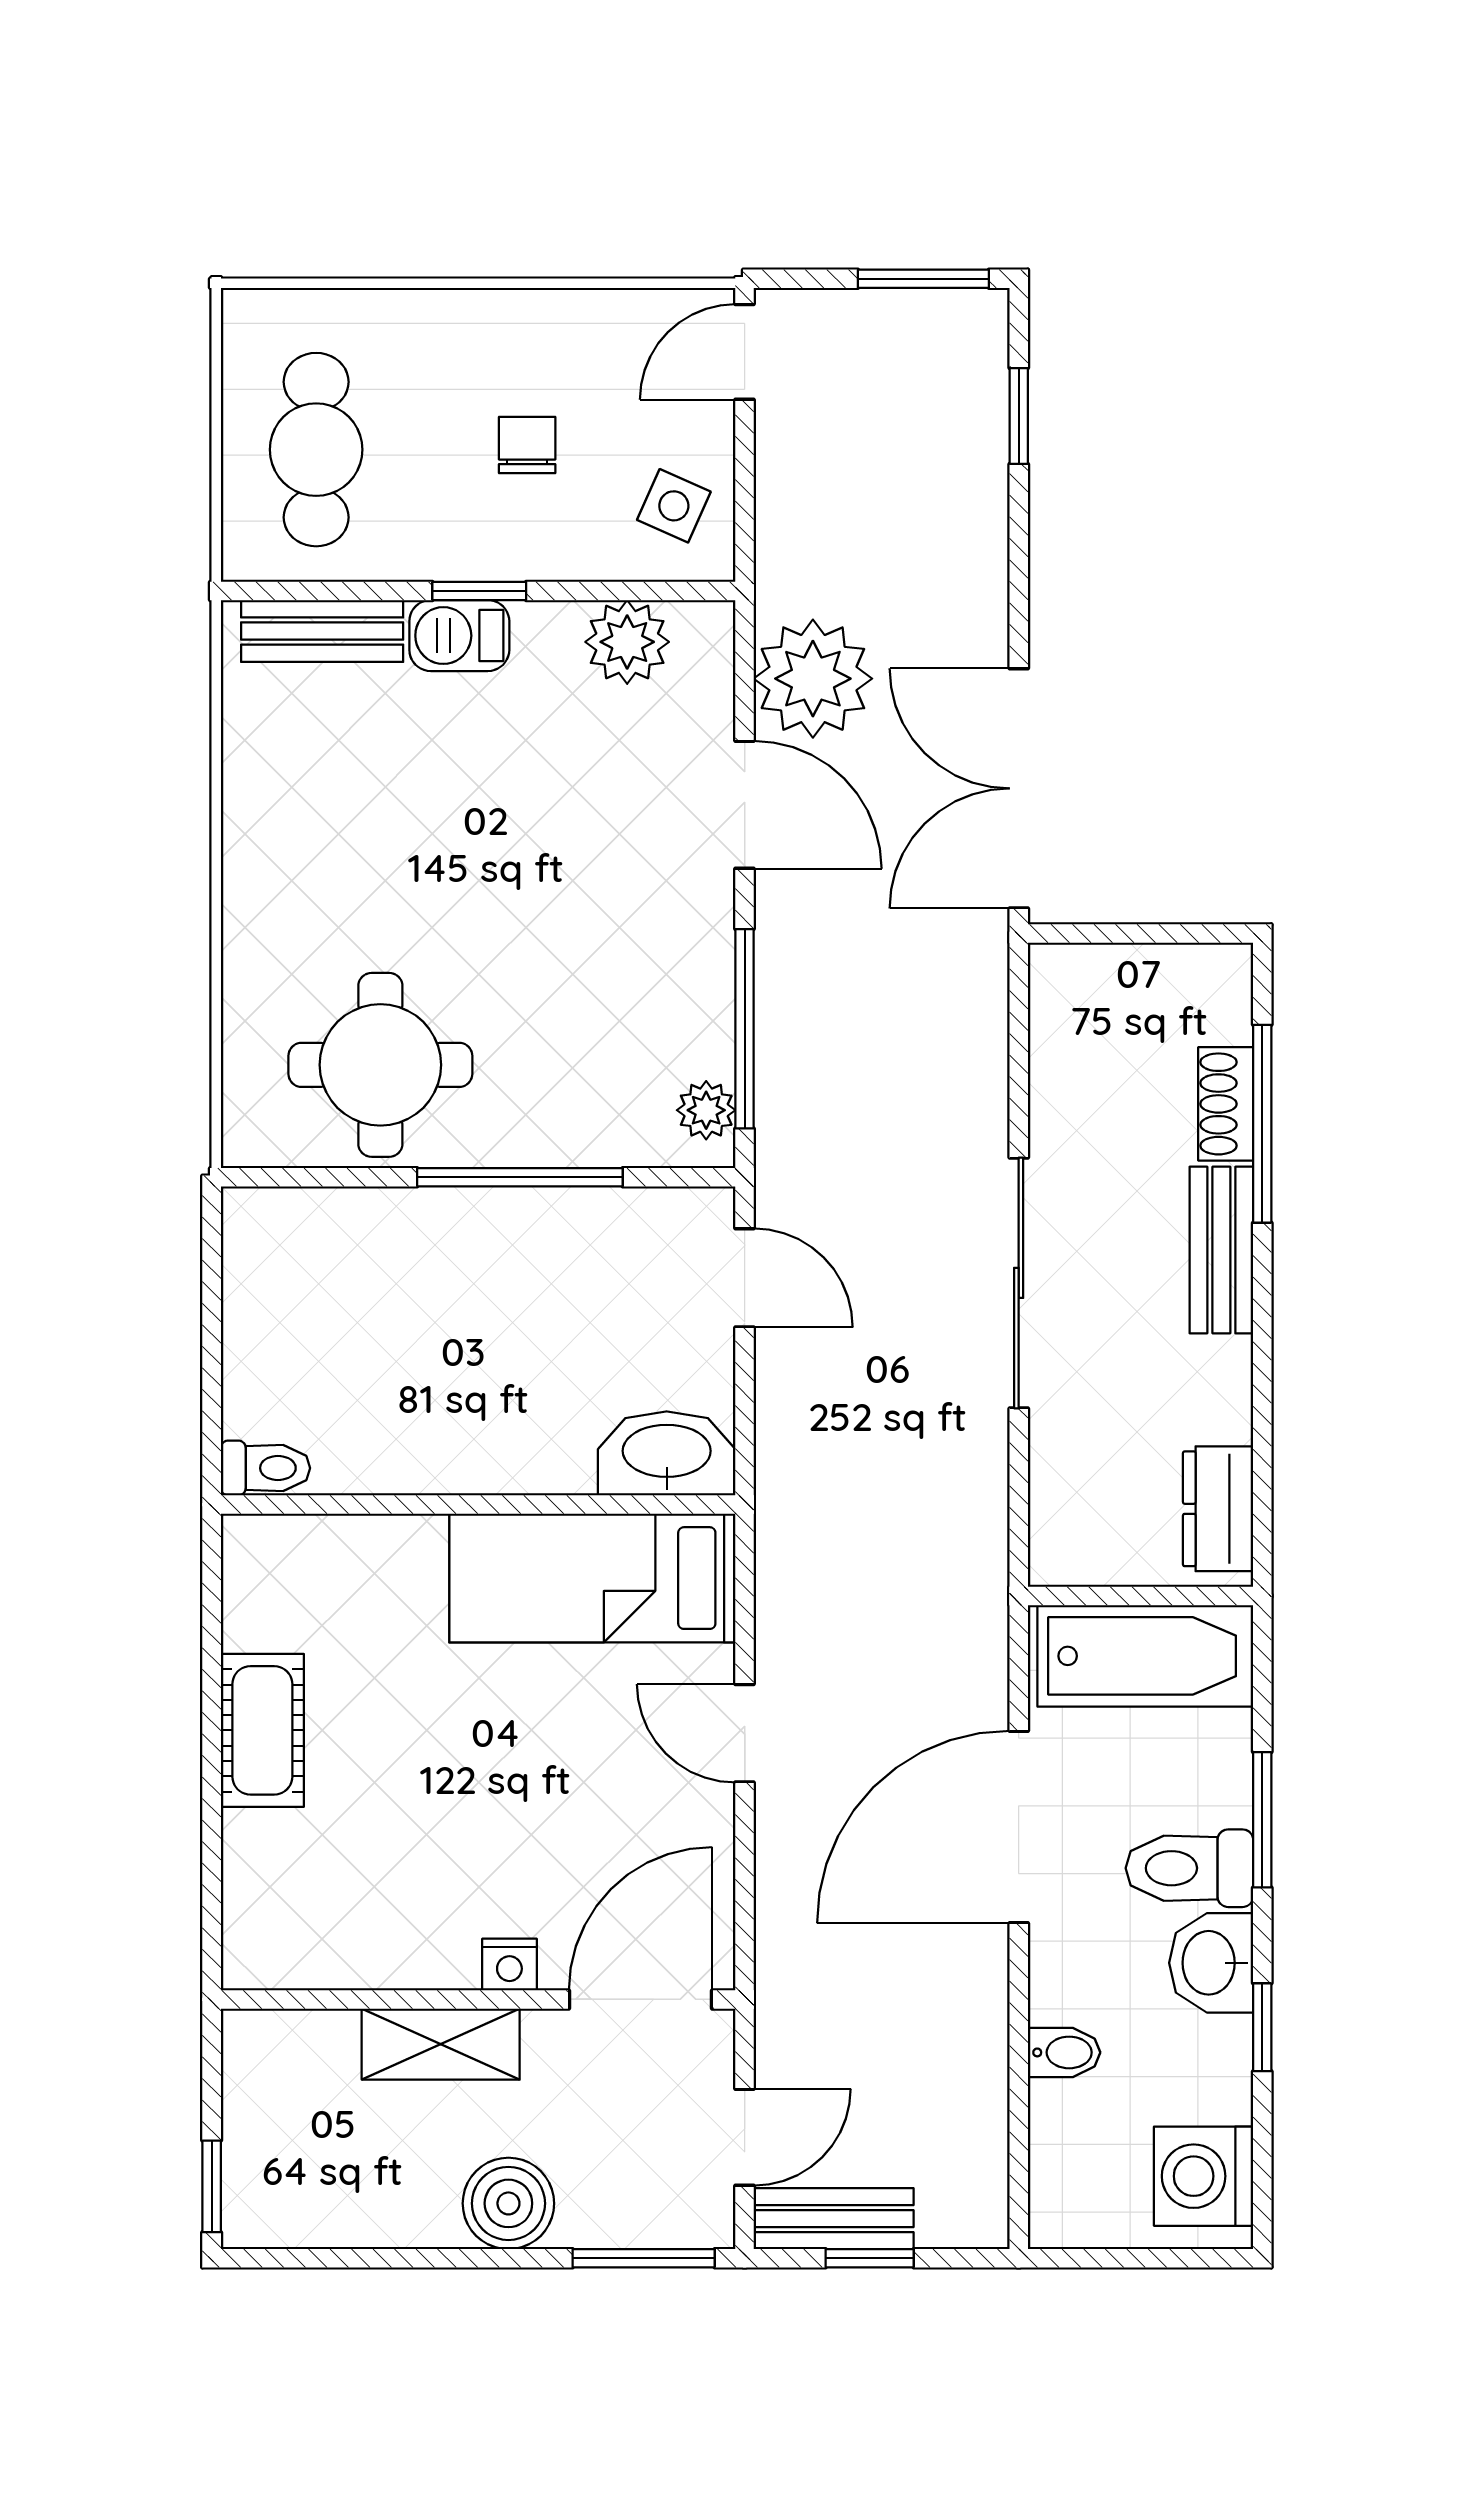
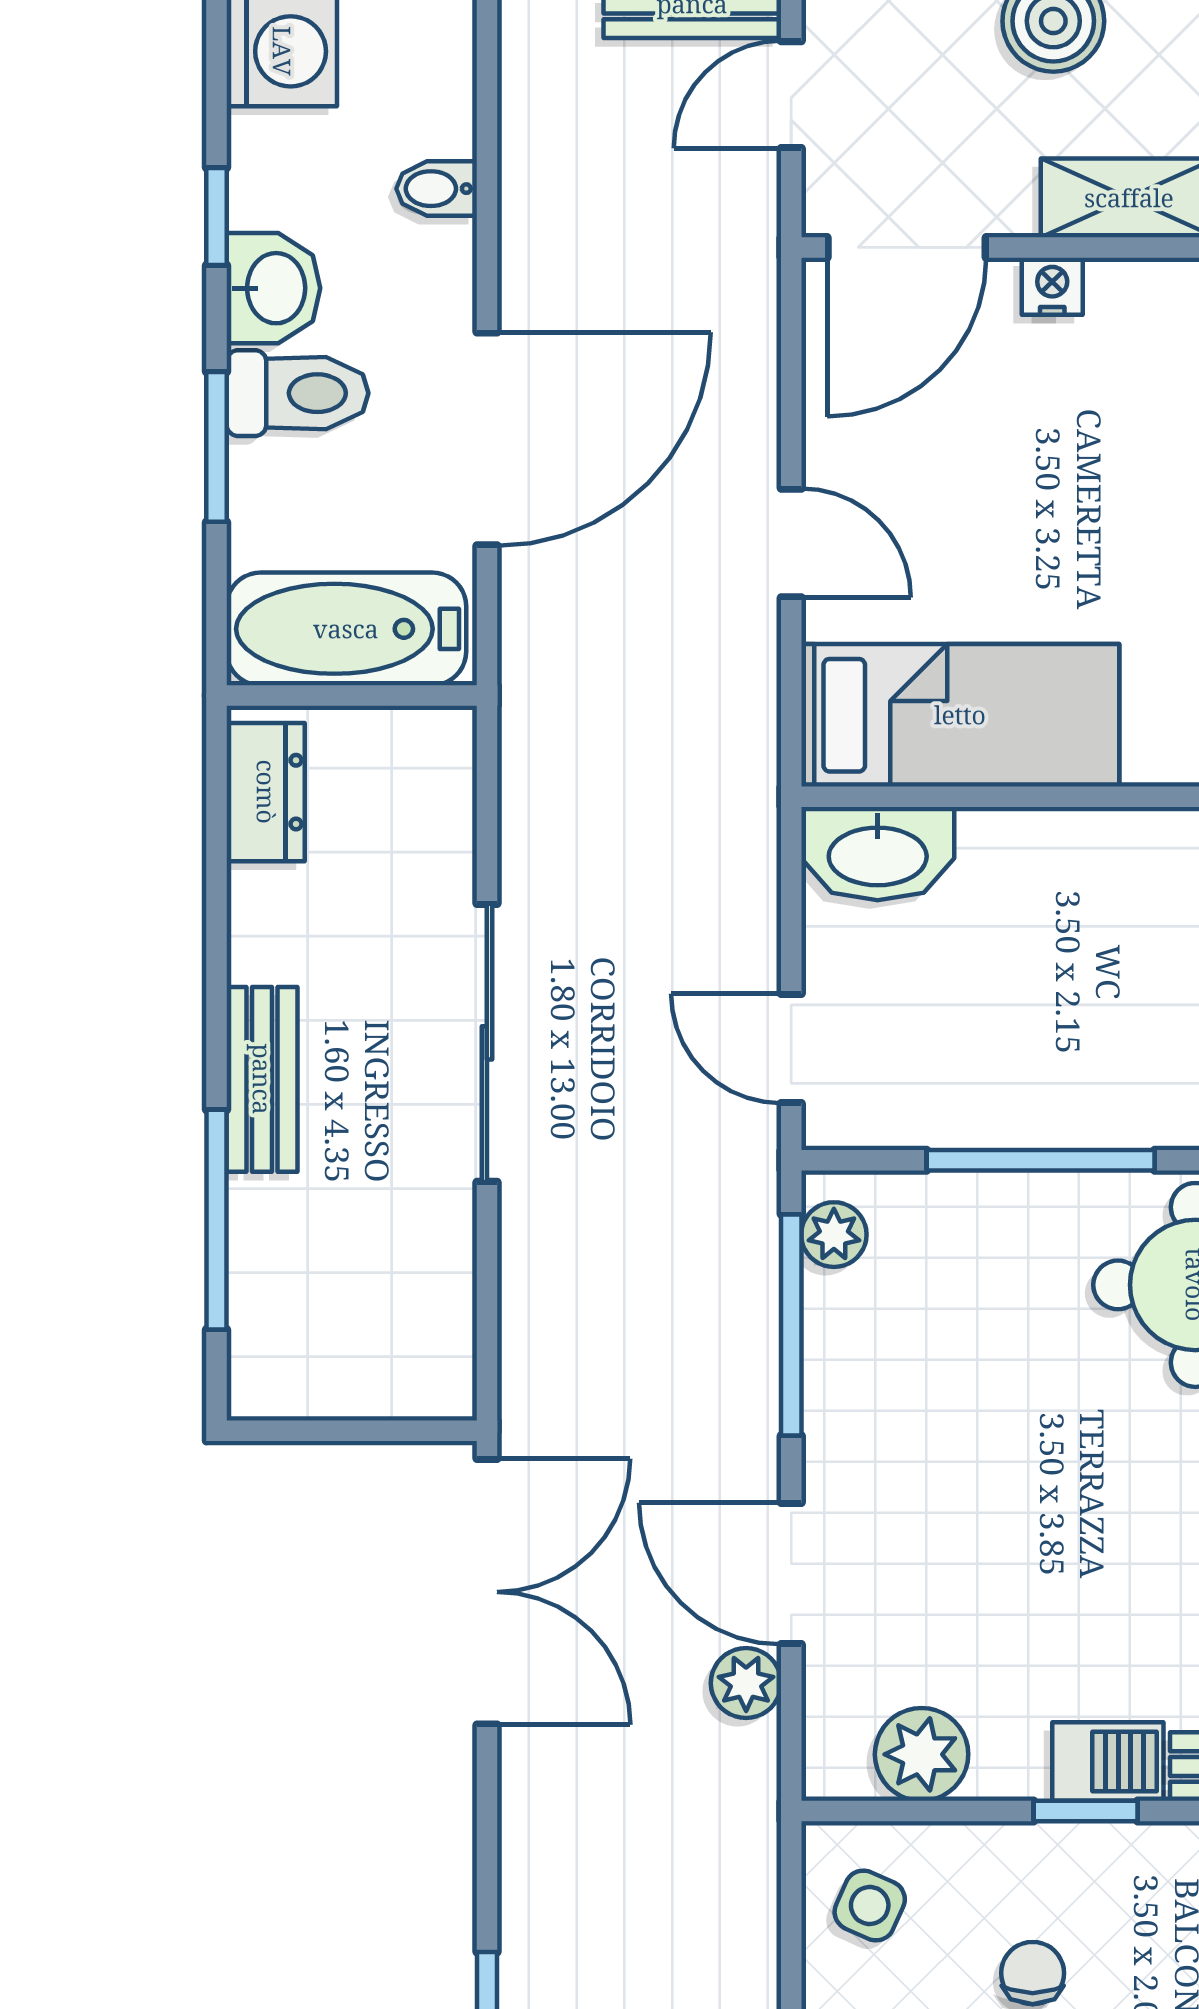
chair: (527, 445) -> (1033, 1973), turned 180
plant: (813, 679) -> (746, 1683), width x0.53, depth x0.53
shoe rack: (1226, 1104) -> (257, 1242), removed

